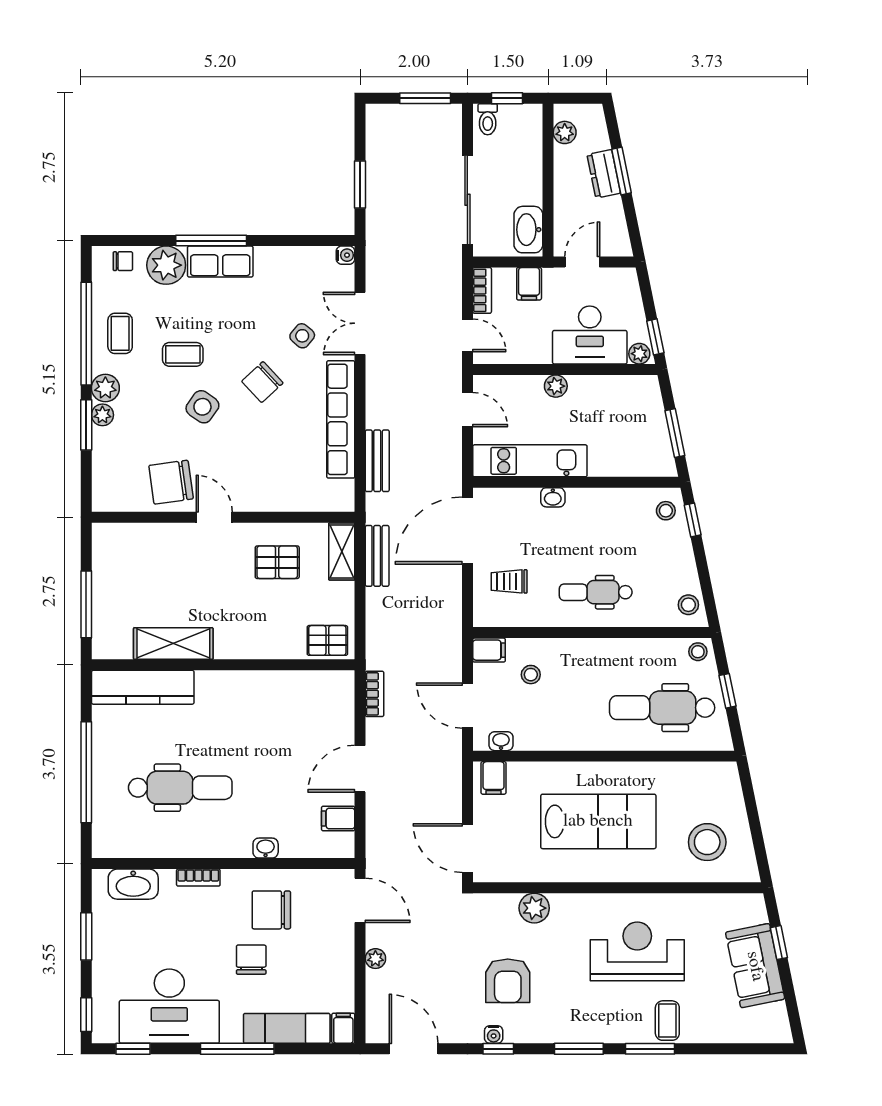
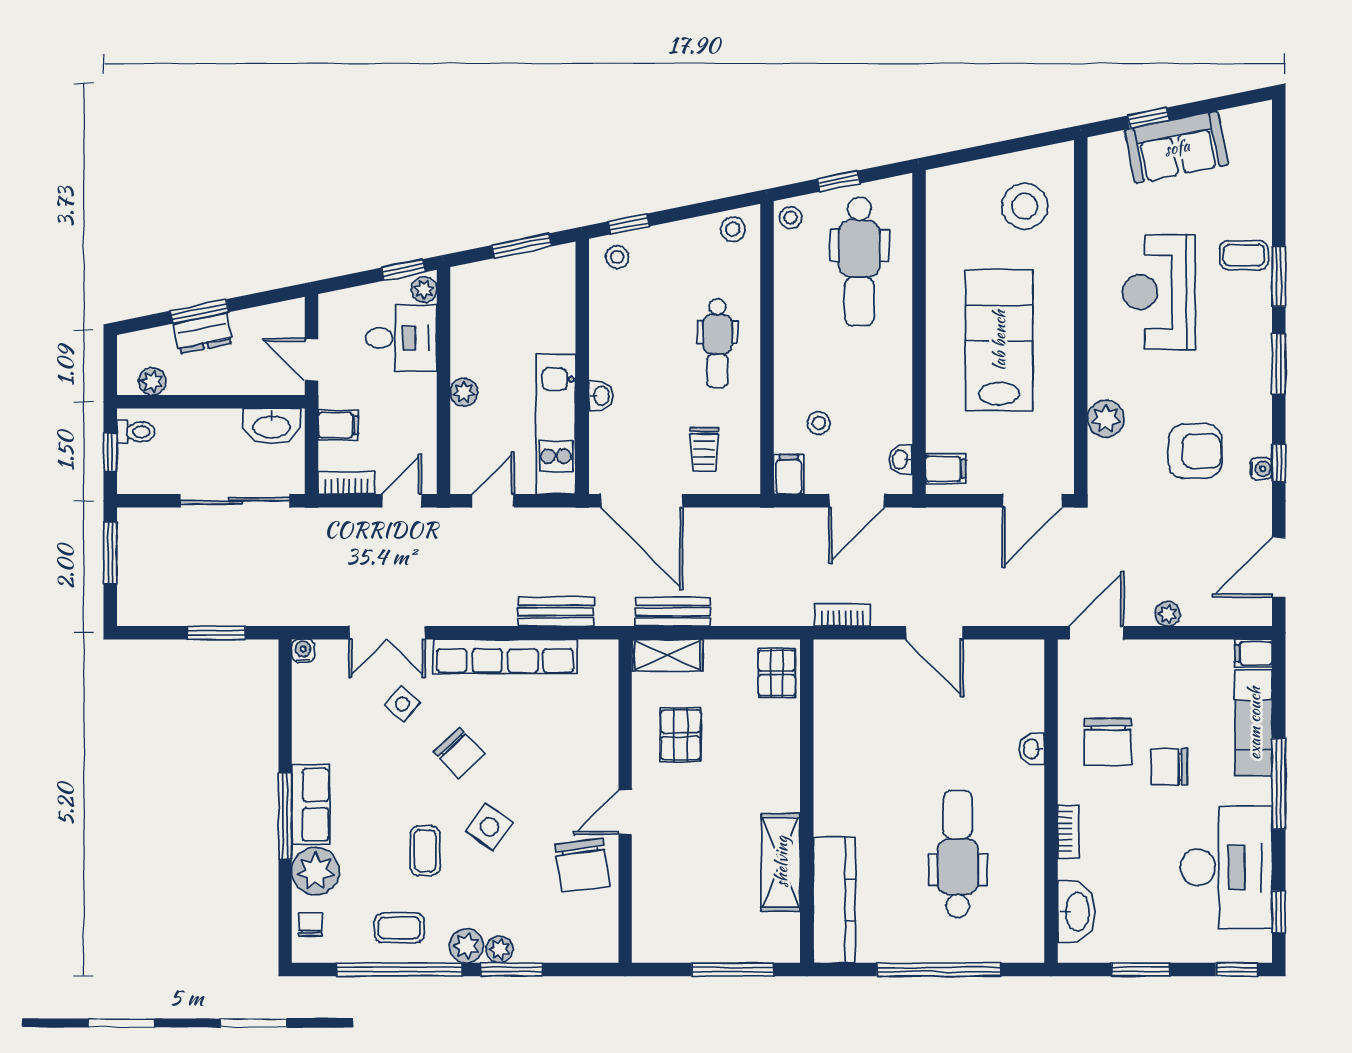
toilet: (488, 119) -> (136, 432), moved
desk: (590, 335) -> (401, 338), width x0.73
filing cabinet: (338, 819) -> (996, 660), removed

